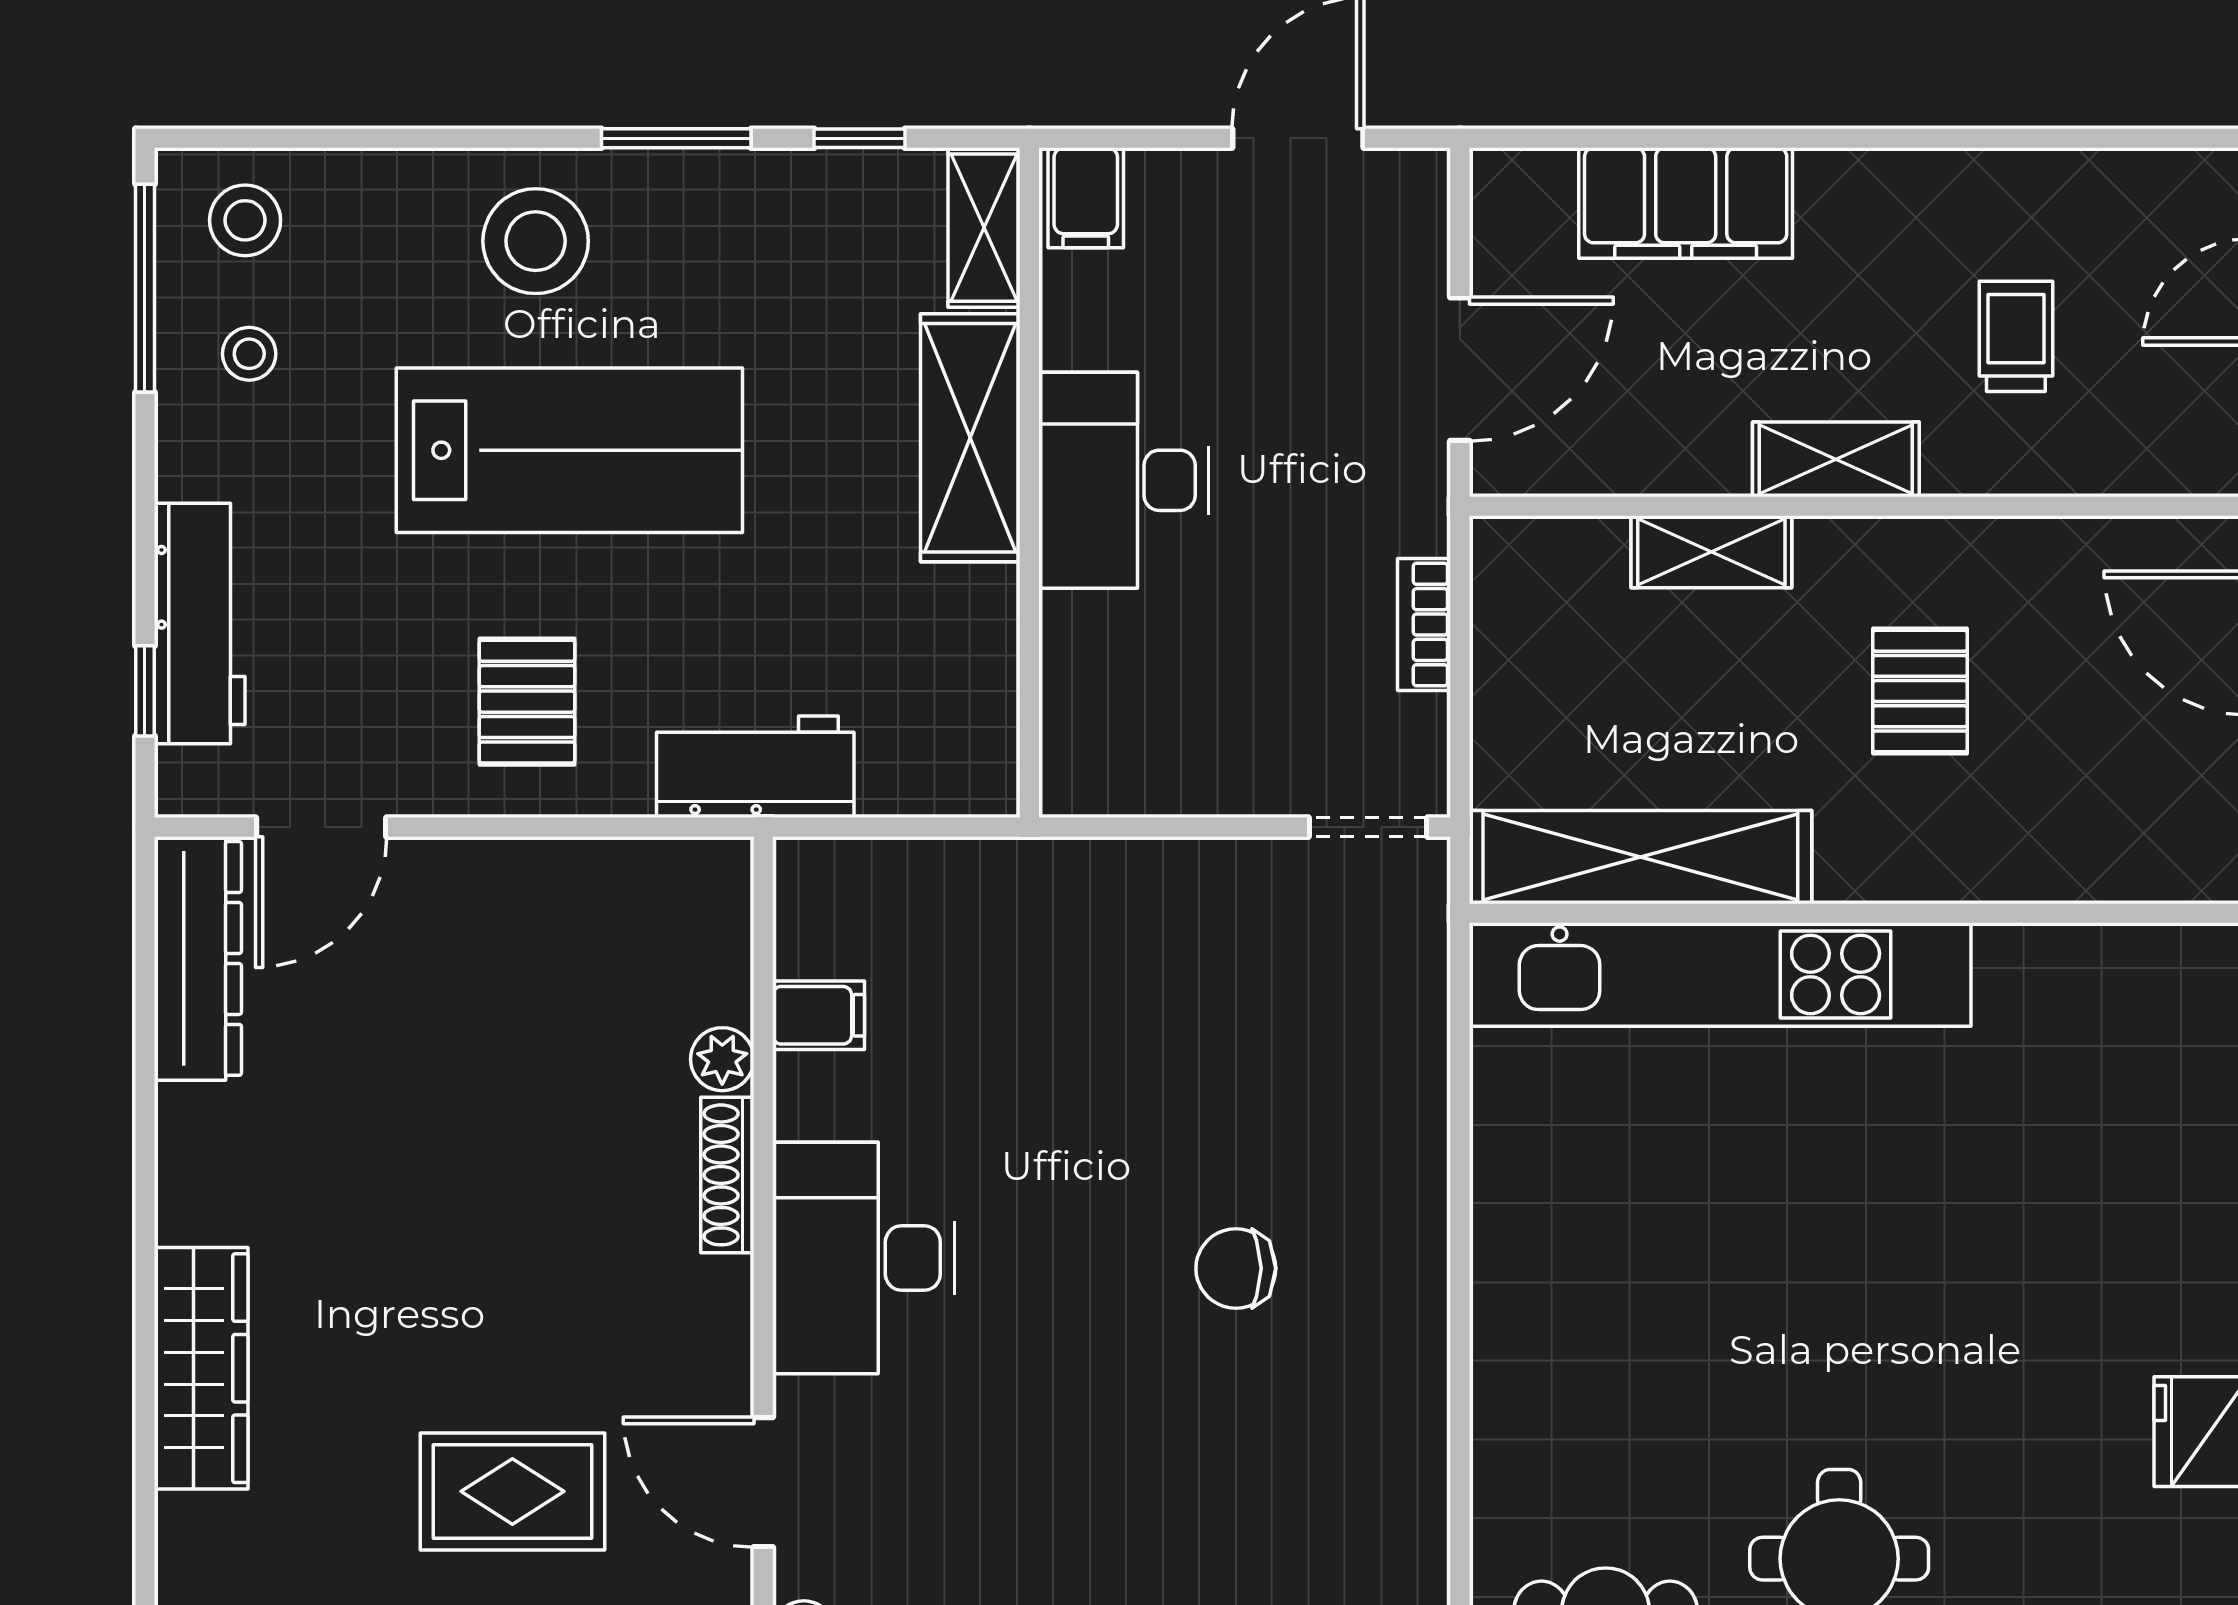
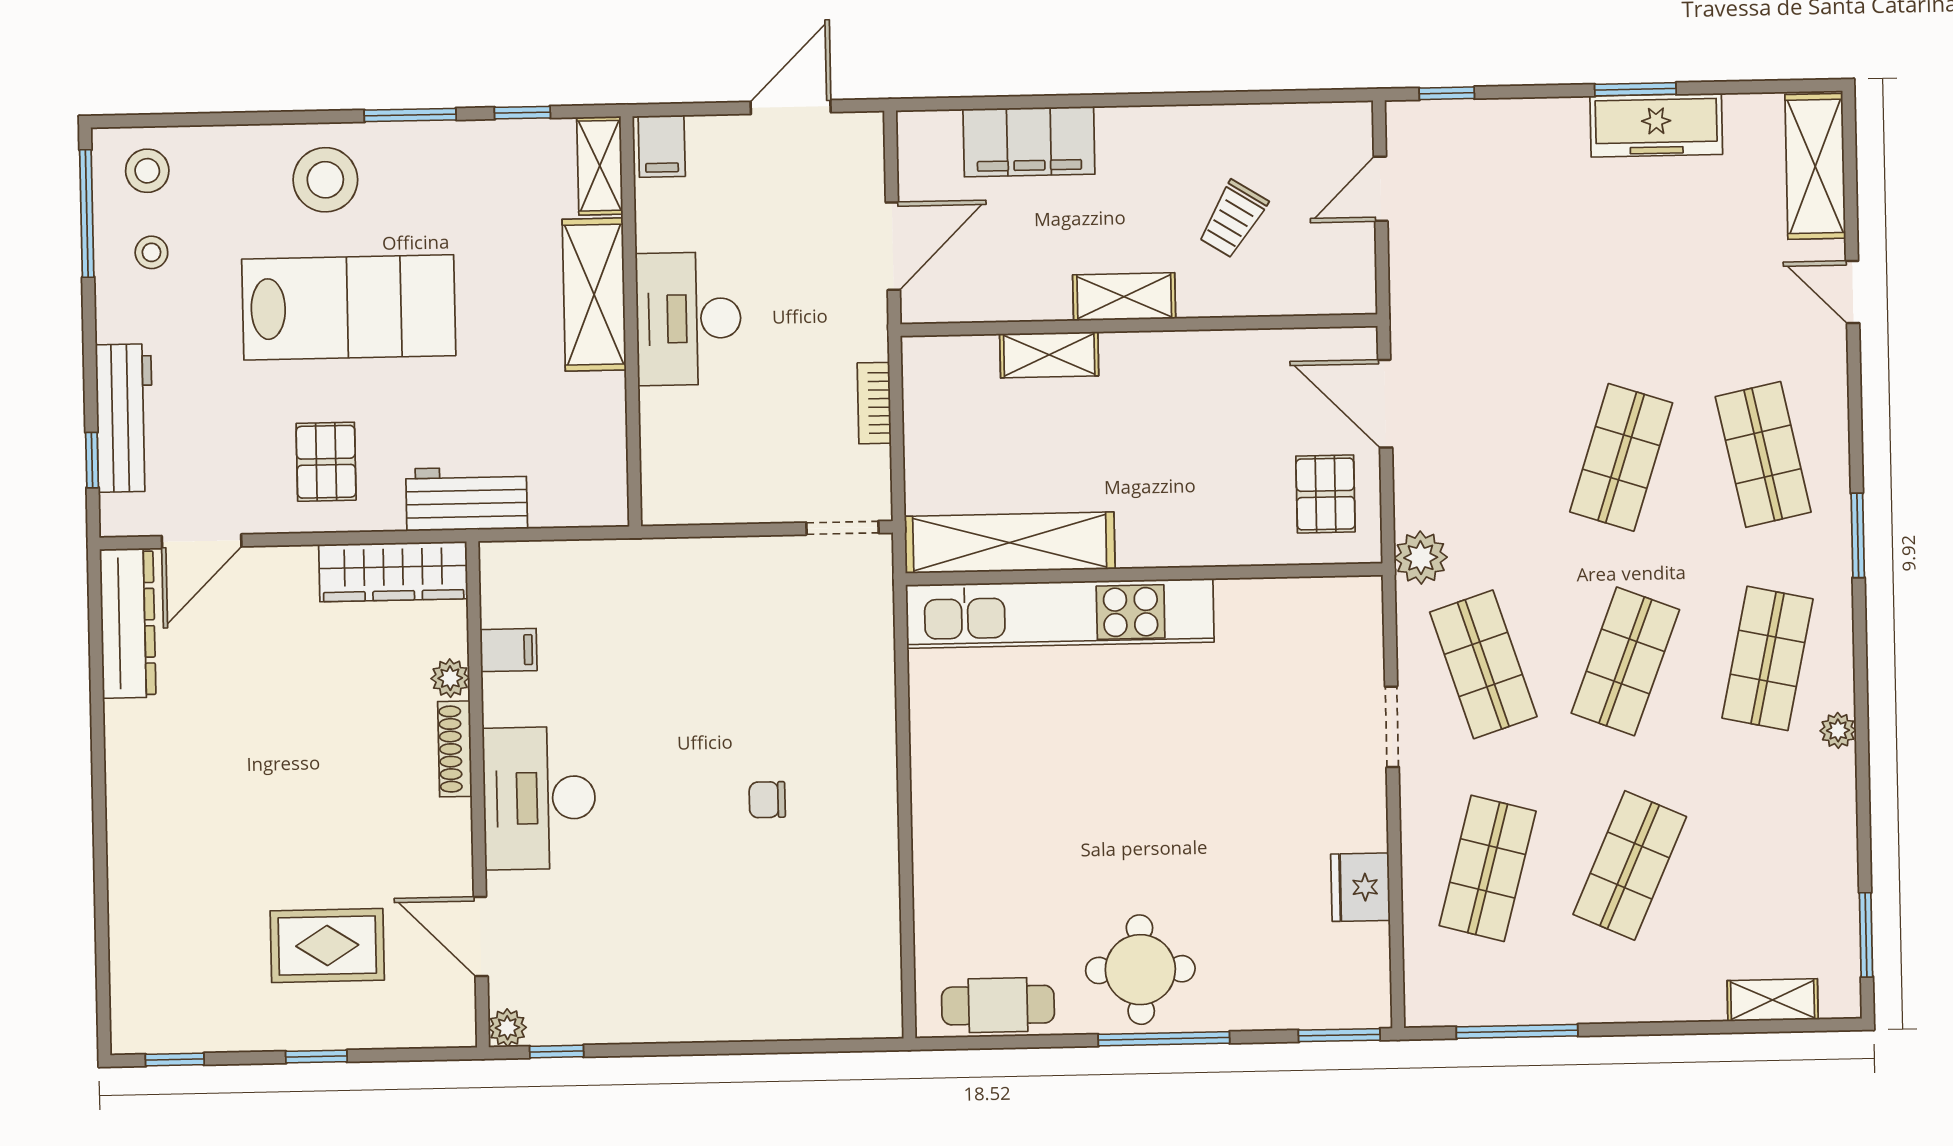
trolley: (2016, 336) -> (1233, 219), turned -148
pallet: (1920, 691) -> (1325, 494), moved
chair: (1236, 1268) -> (767, 800), width x0.73, depth x0.73
wardrobe: (201, 1368) -> (393, 572), moved, turned 90

